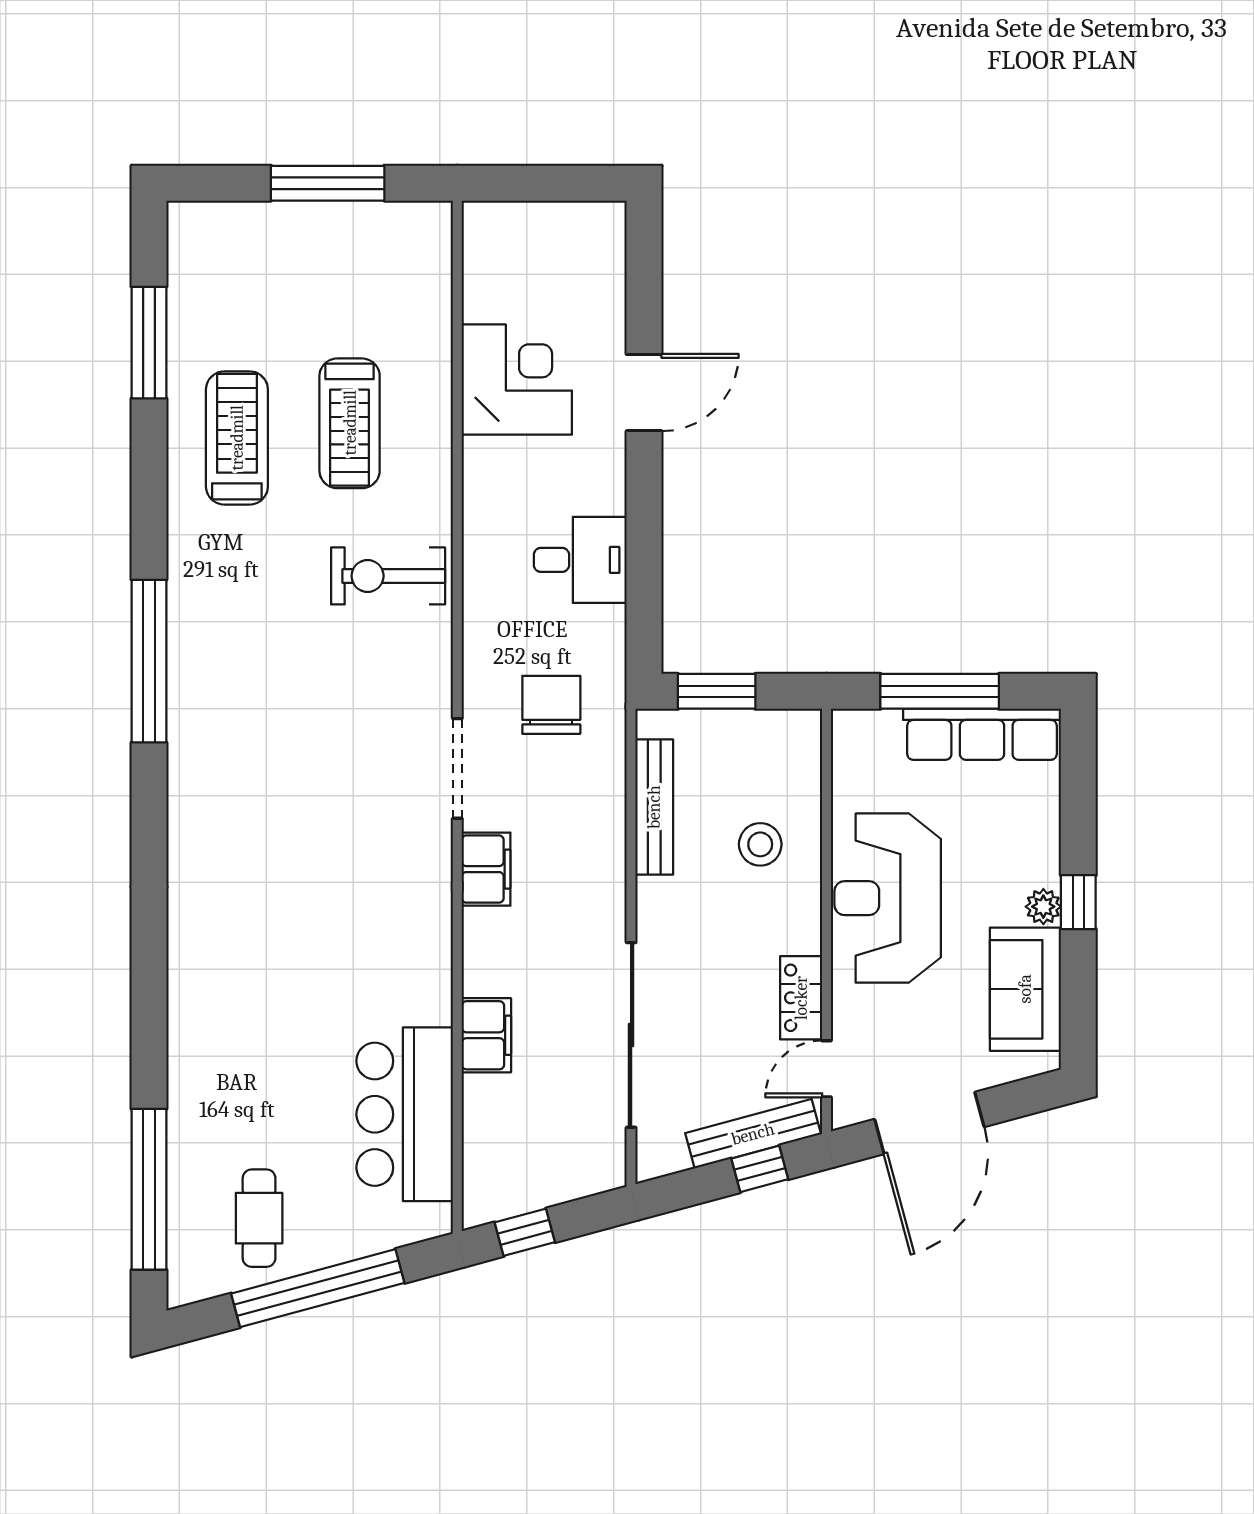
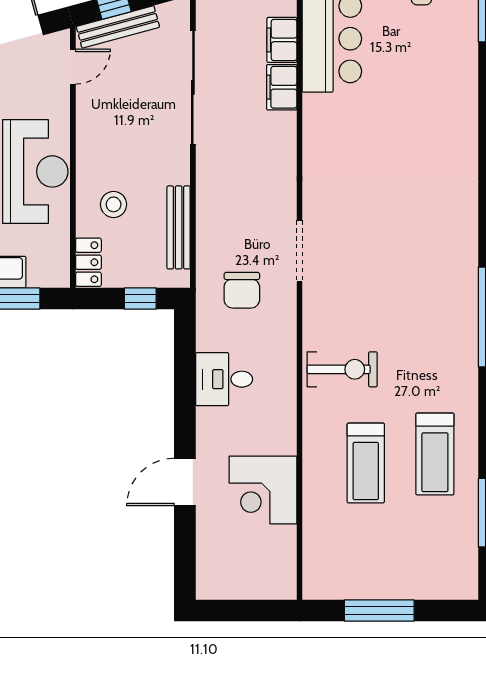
treadmill: (350, 423) -> (366, 463), turned 180
window: (717, 691) -> (140, 298), width x0.67
filing cabinet: (486, 869) -> (282, 40), moved
locker: (801, 998) -> (88, 262), moved

